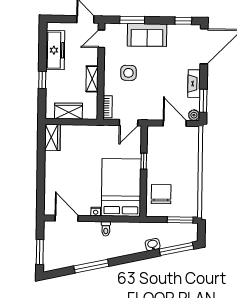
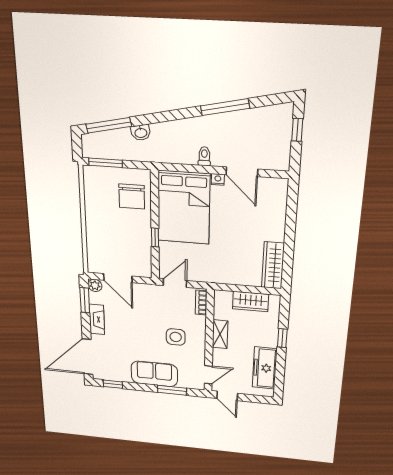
wardrobe: (52, 137) -> (273, 265), width x1.50
door: (67, 218) -> (242, 172), moved
window: (40, 252) -> (297, 130), width x0.67

